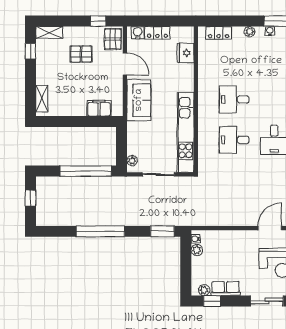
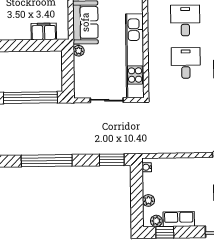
desk: (234, 99) -> (185, 20), turned 90
desk: (234, 140) -> (186, 63), turned 90
plant: (132, 161) -> (79, 51), moved
plant: (197, 250) -> (148, 200), moved

